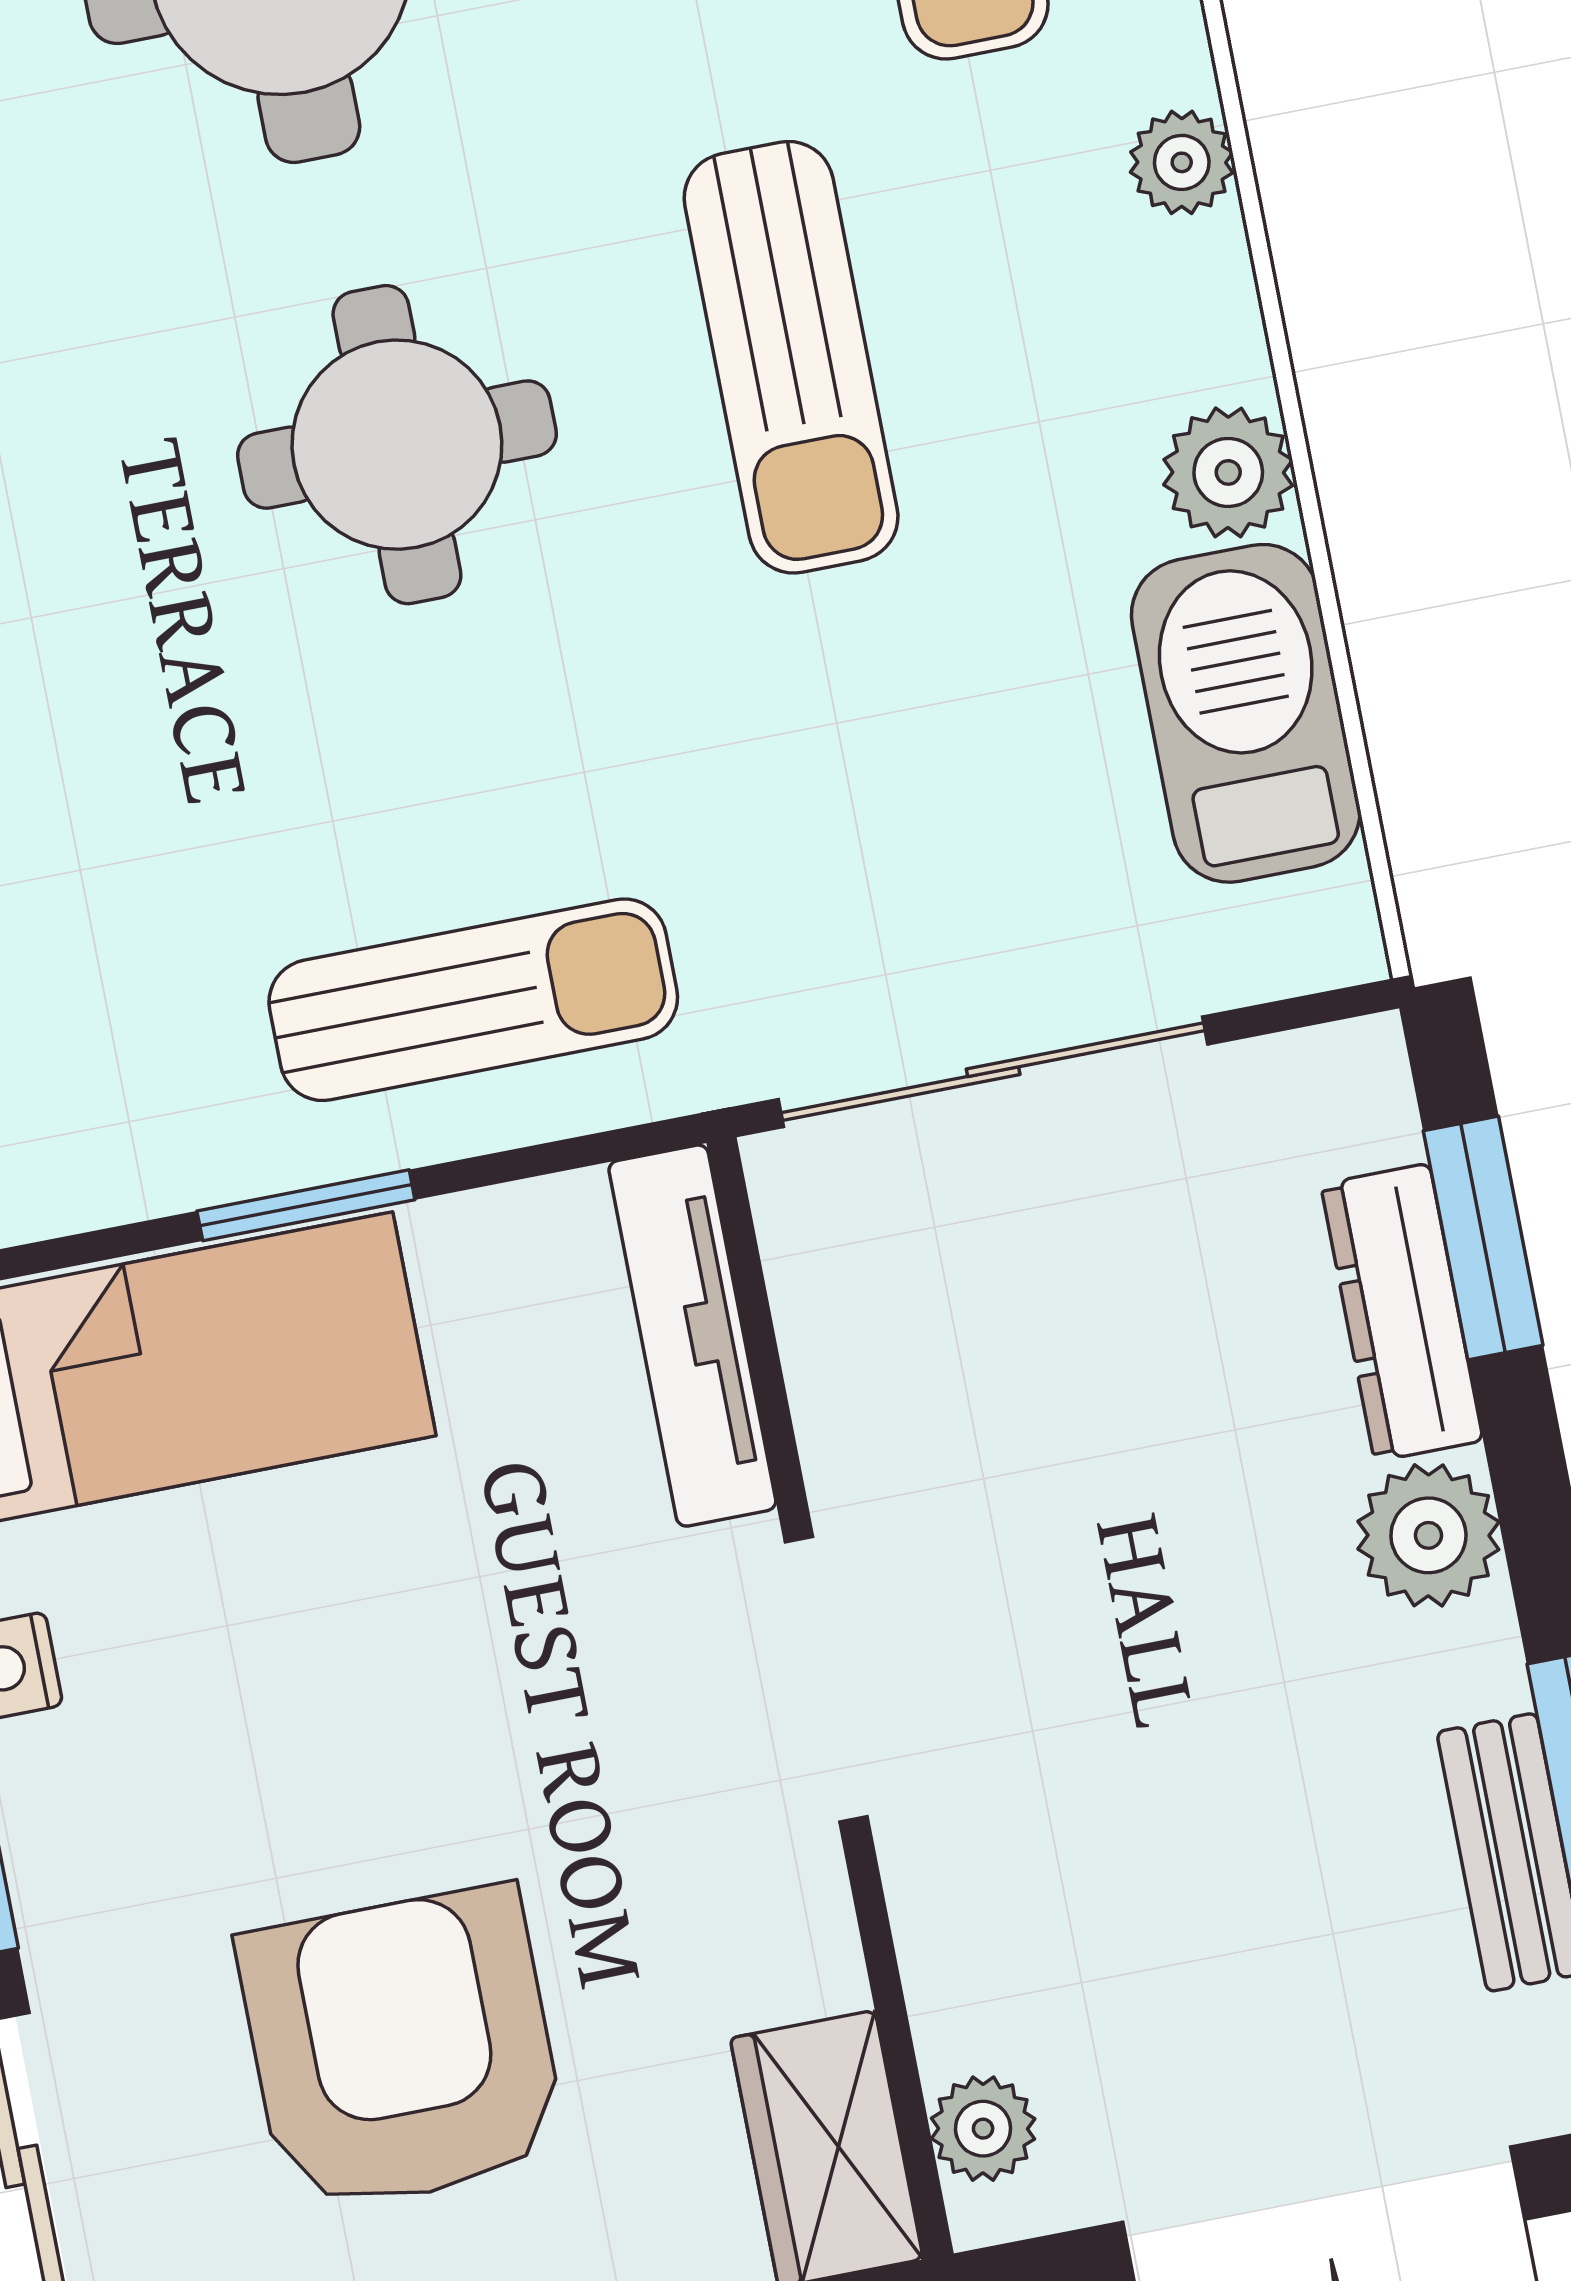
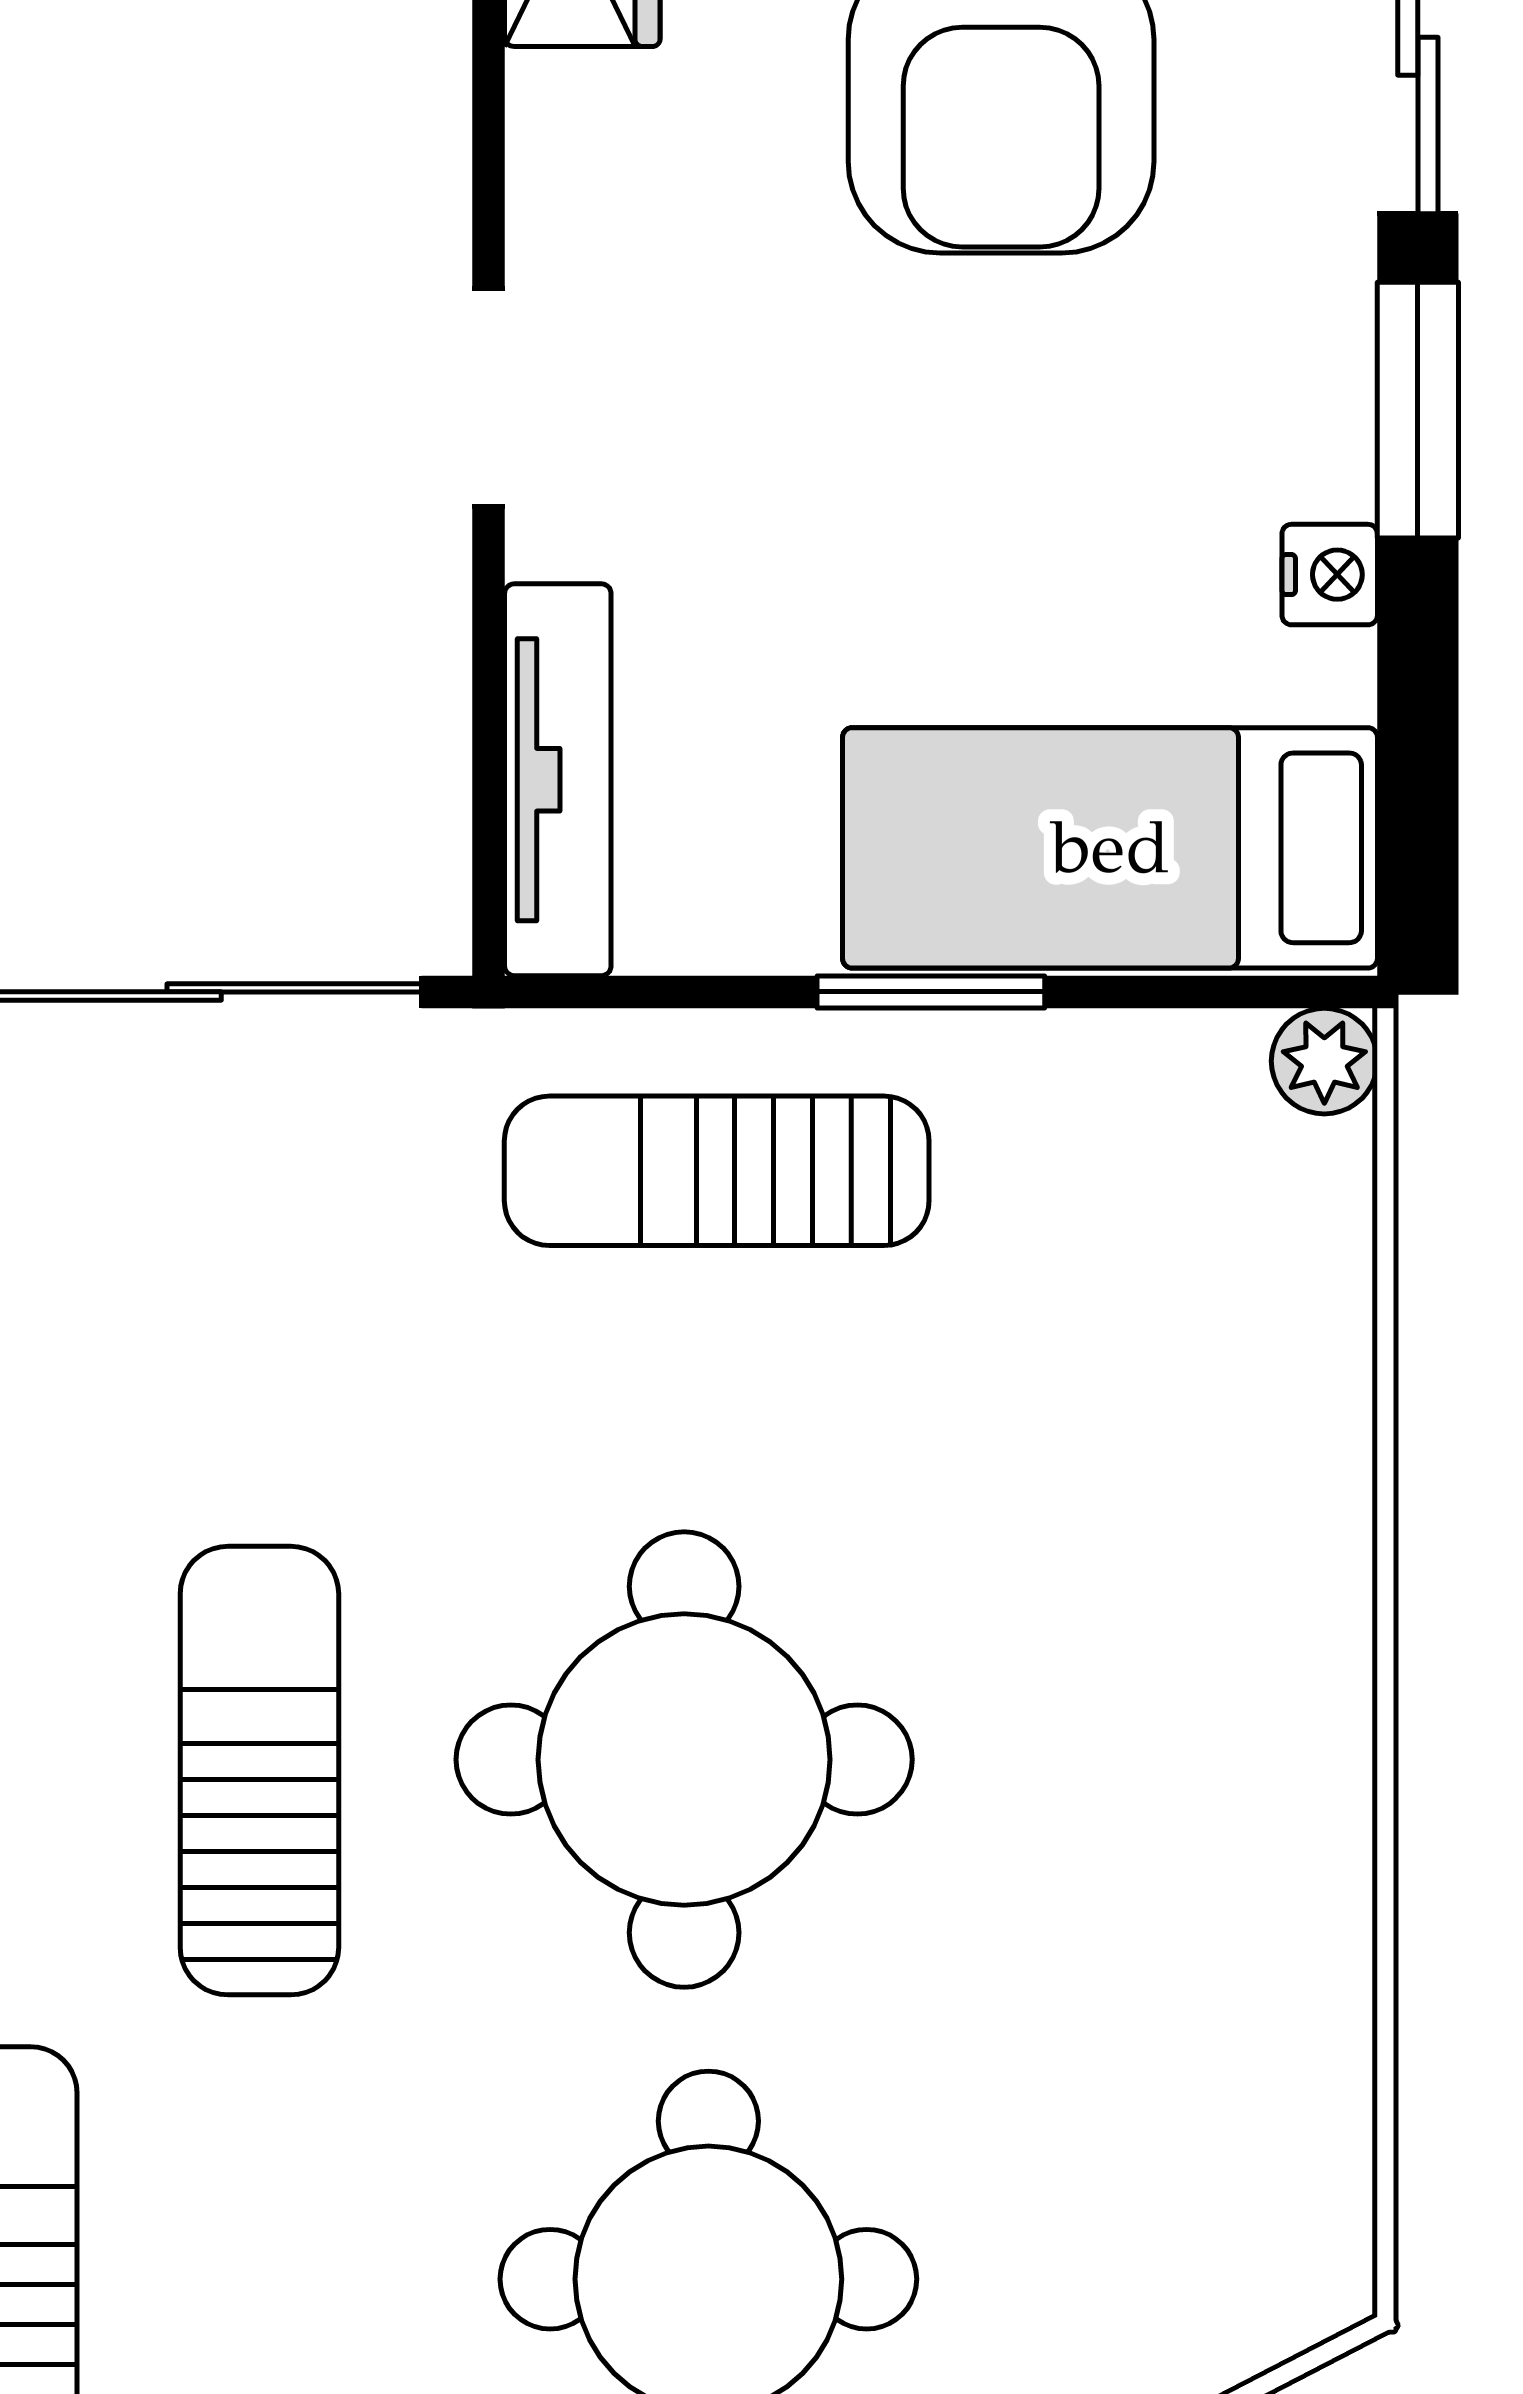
round table: (397, 445) -> (684, 1760), width x1.36, depth x1.36
doorway: (826, 1679) -> (489, 398), width x0.73

